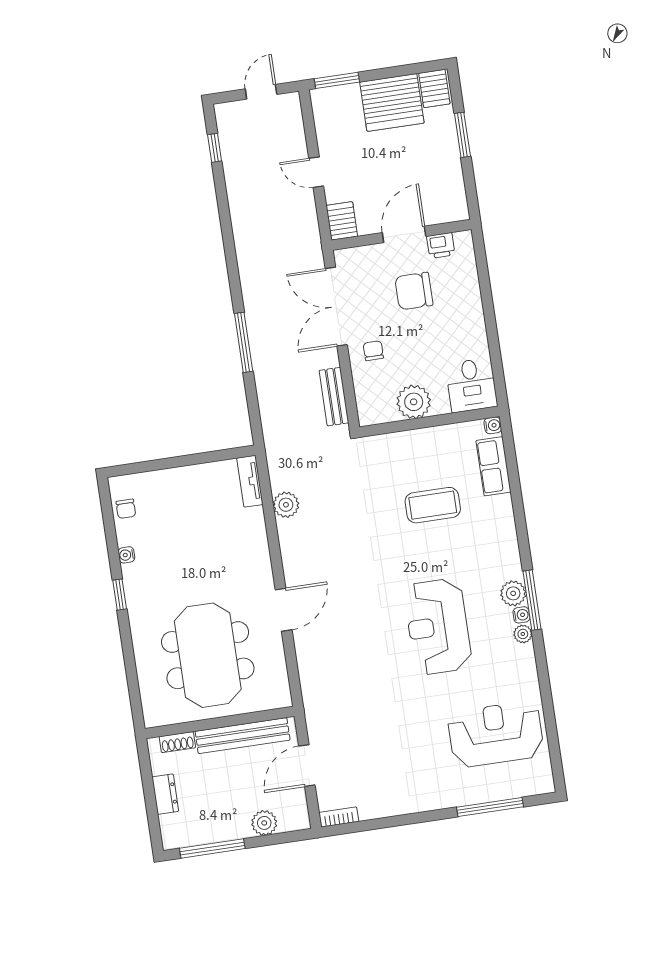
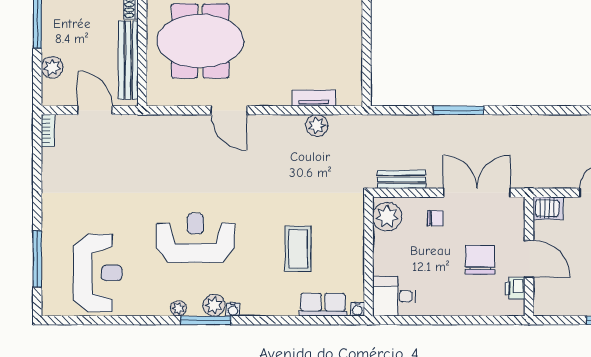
plant: (414, 402) -> (387, 217), moved
tv unit: (250, 481) -> (314, 98), moved
water cooler: (521, 615) -> (233, 309), moved

